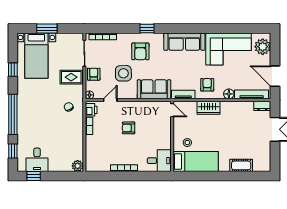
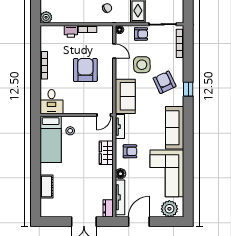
armchair: (140, 51) -> (165, 82), turned 65
printer: (91, 110) -> (71, 31), moved
armchair: (129, 128) -> (85, 70), width x1.88, depth x1.88

